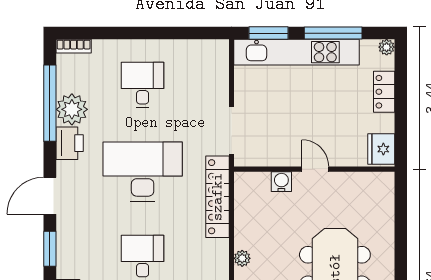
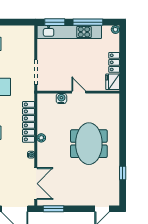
locker: (384, 92) -> (114, 62), moved
locker: (217, 197) -> (29, 122), moved

